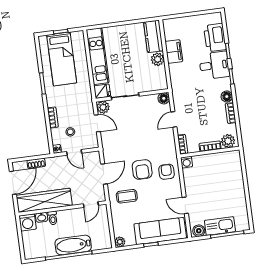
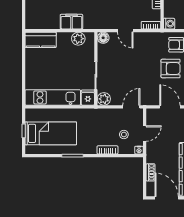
filing cabinet: (174, 52) -> (71, 22), moved
plant: (158, 59) -> (78, 39), moved
door: (97, 123) -> (131, 107), moved

